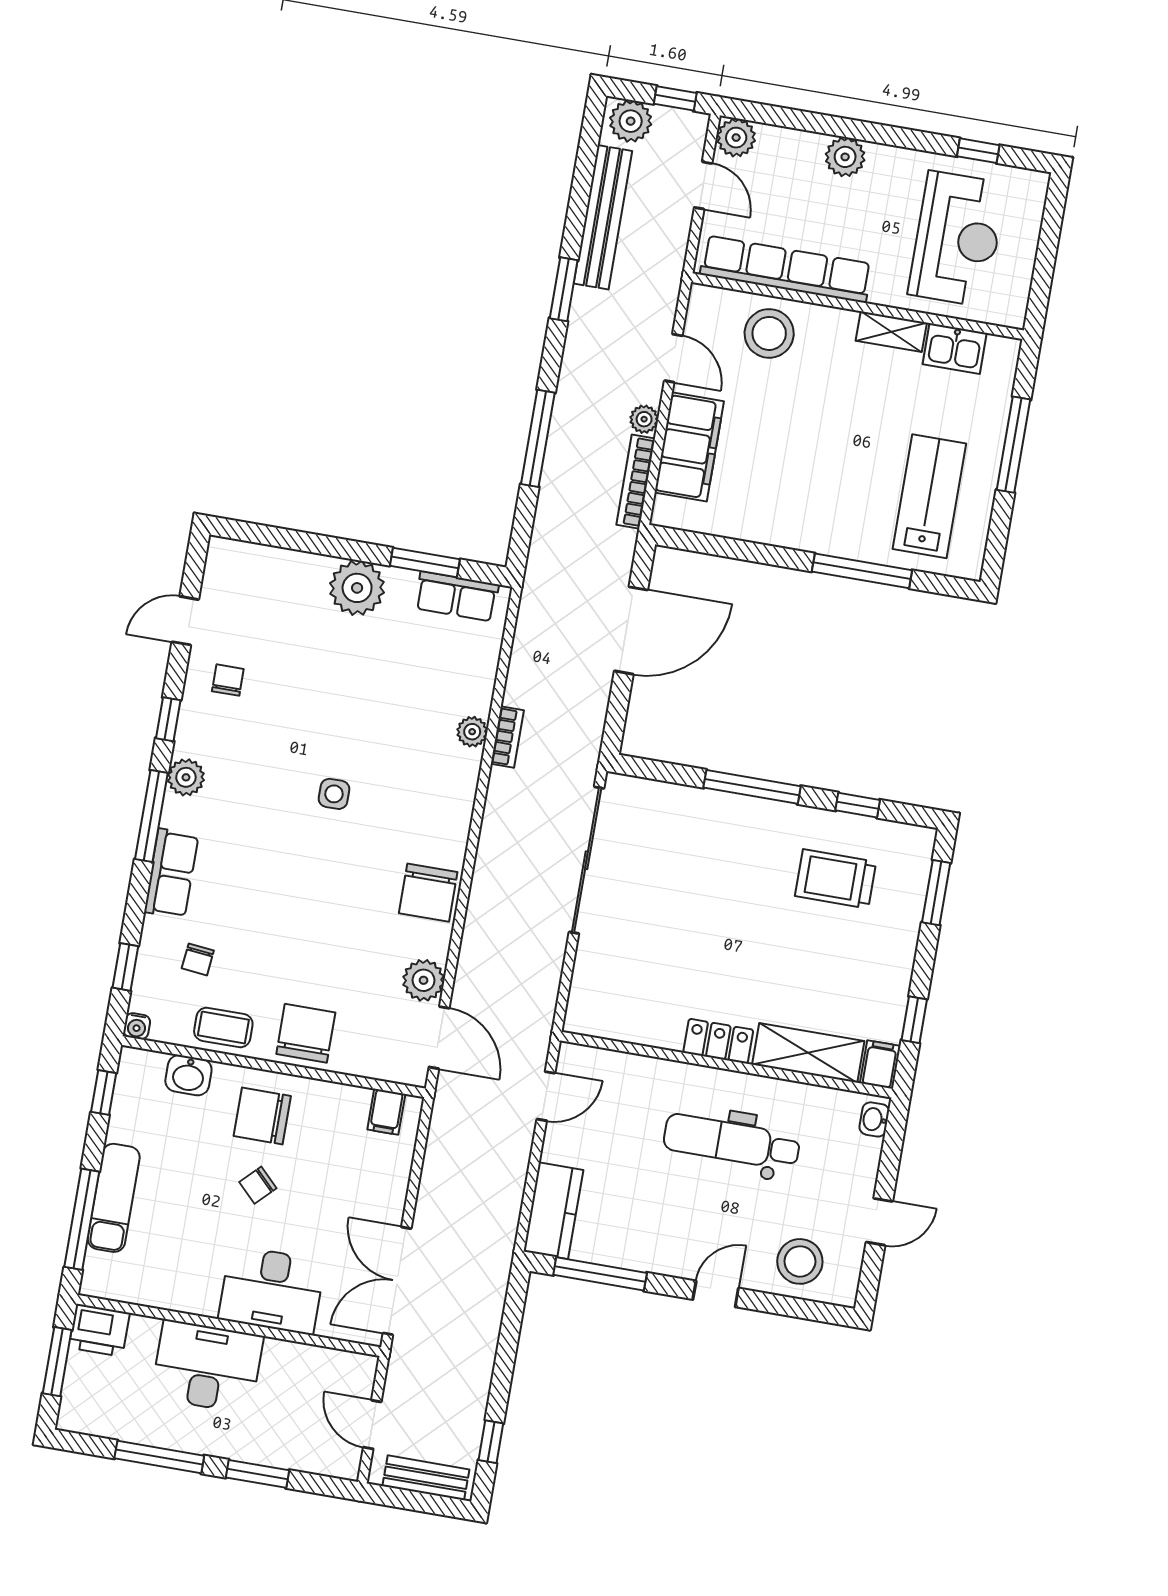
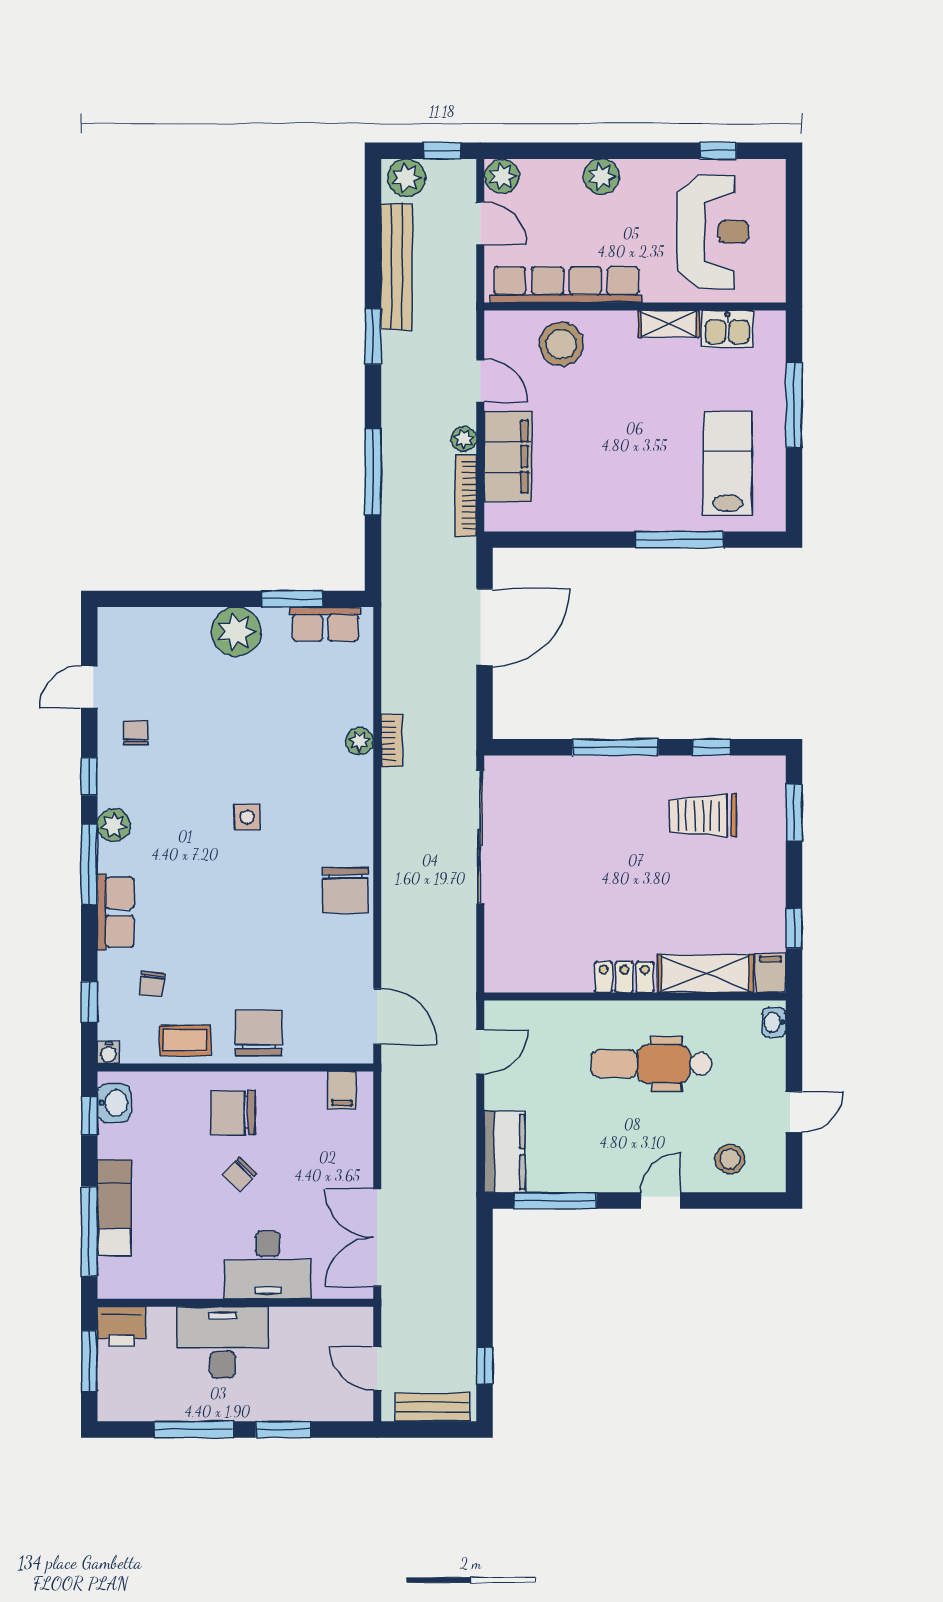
plant: (424, 980) -> (355, 968), removed
washbasin: (188, 1075) -> (114, 1103), moved, turned -90
stool: (800, 1261) -> (730, 1159), width x0.73, depth x0.73

